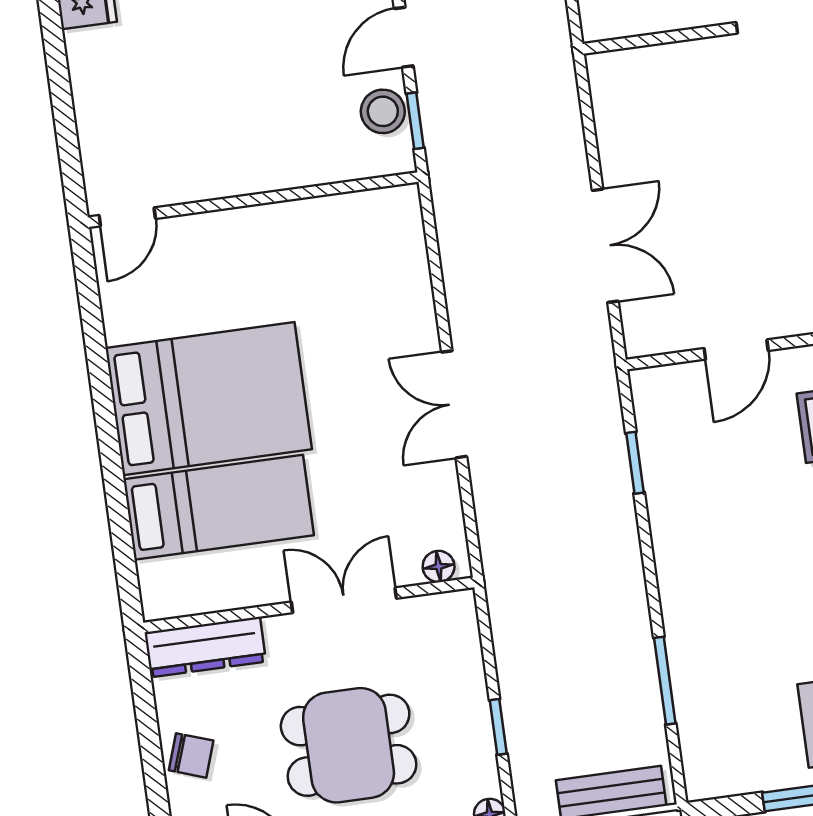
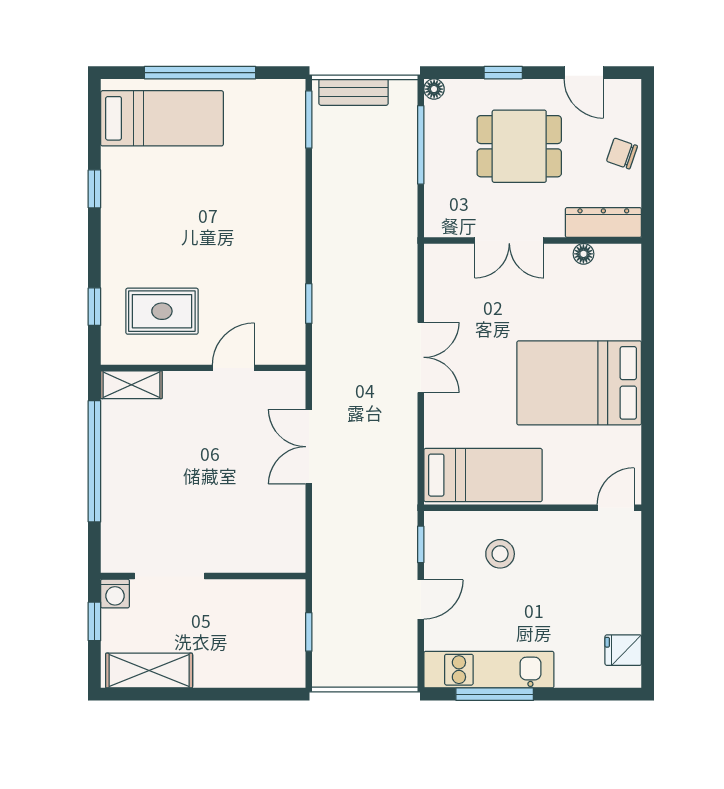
stool: (383, 111) -> (500, 554), moved
bed: (219, 507) -> (483, 475), moved, turned 180
floor lamp: (439, 567) -> (583, 254), moved
window: (665, 681) -> (309, 120), moved
window: (498, 727) -> (421, 145), width x2.17

